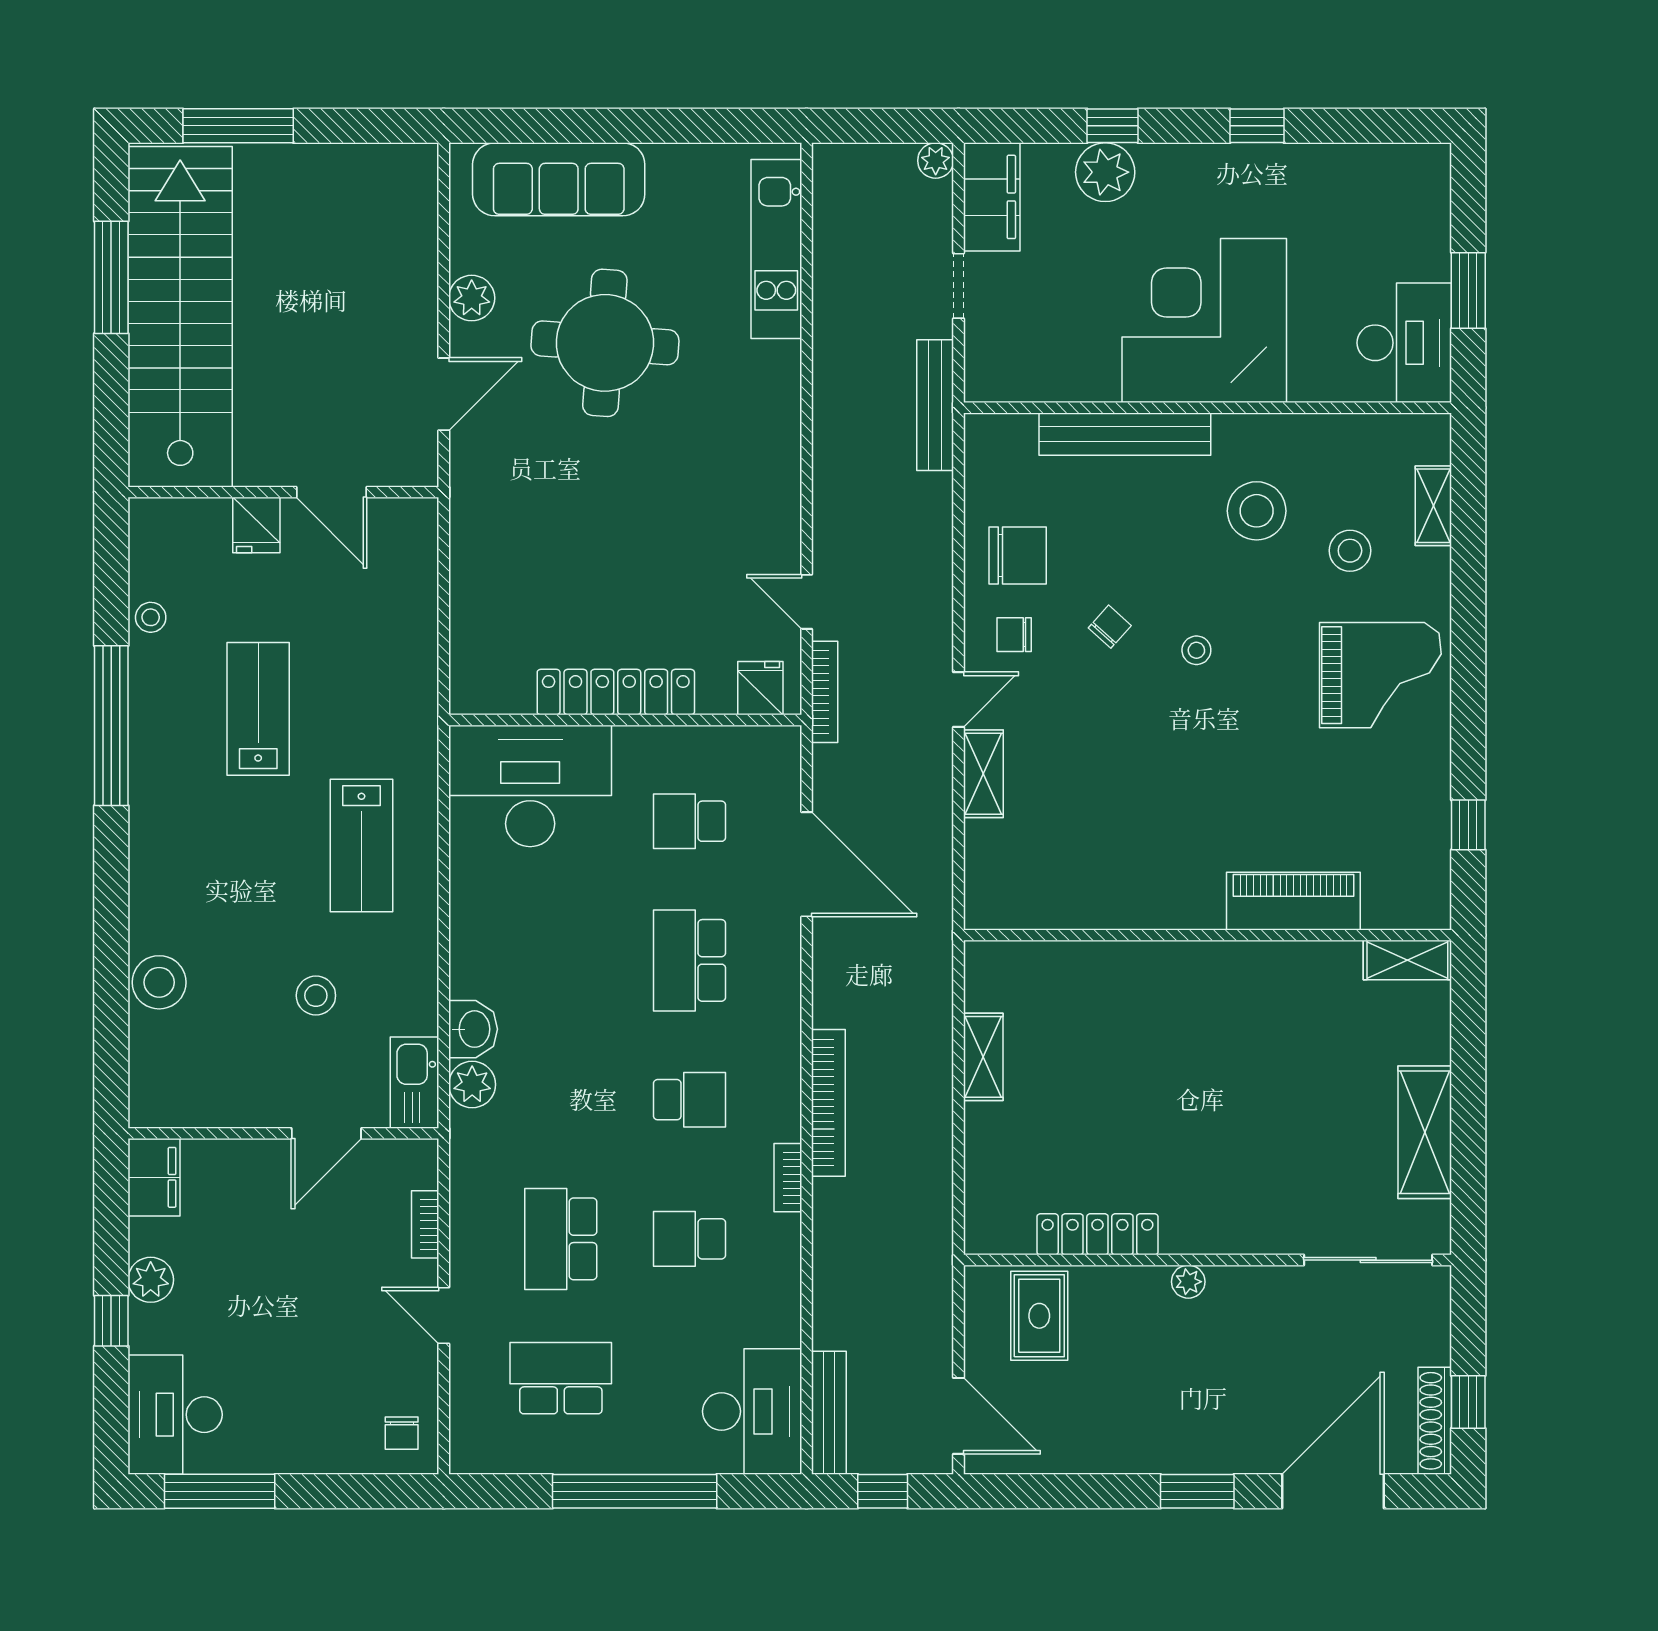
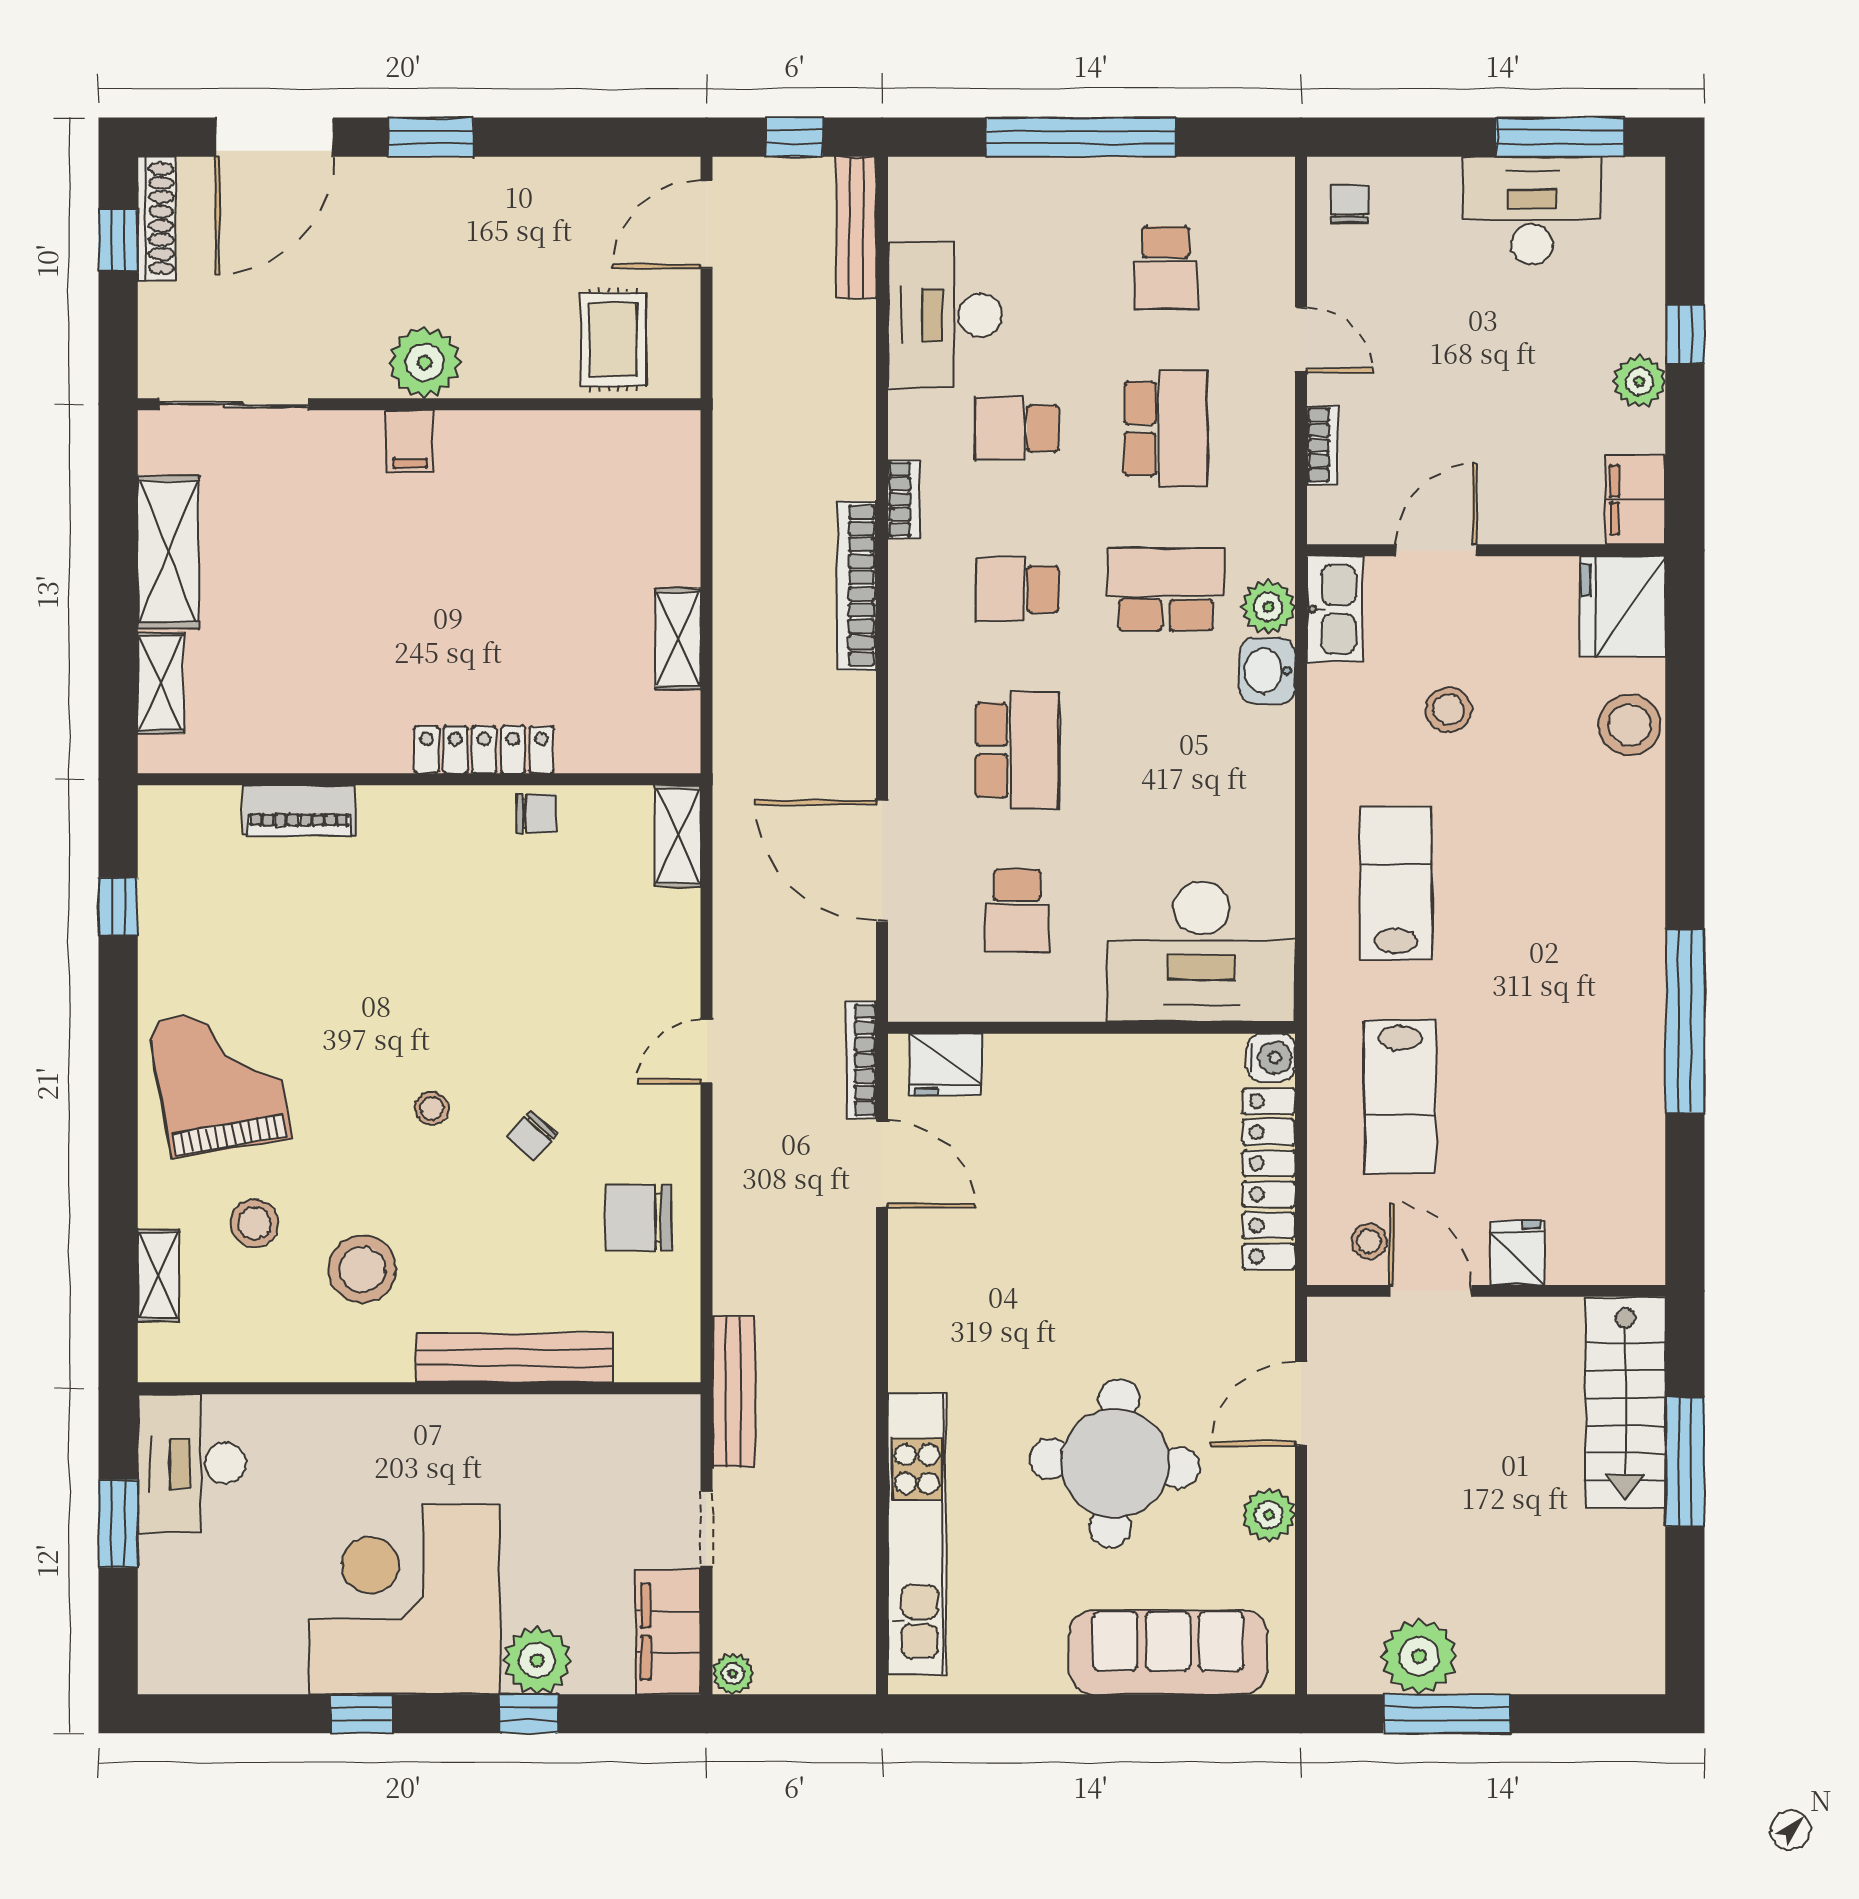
window: (238, 126) -> (1447, 1714), moved
plant: (341, 175) -> (1419, 1656), added
kitchen unit: (776, 249) -> (917, 1534), width x1.36
window: (111, 277) -> (1685, 1462), moved
stairs: (180, 317) -> (1625, 1403), width x0.54, depth x0.66
corner desk: (1204, 320) -> (404, 1599), moved, turned 180
door: (807, 602) -> (882, 1164), width x1.38
stool: (151, 617) -> (1369, 1241), moved
chair: (1014, 635) -> (536, 814), moved
grand piano: (1380, 675) -> (219, 1080), turned 80
fridge: (760, 688) -> (945, 1065), width x1.38
locker: (616, 692) -> (1269, 1179), moved, turned 90
water cooler: (470, 694) -> (1271, 1058), added
lab bench: (258, 709) -> (1400, 1096), moved
shelving: (983, 774) -> (678, 836), moved
school desk: (689, 821) -> (1017, 911), turned 90
piano: (1293, 901) -> (299, 810), width x0.73, depth x0.75
shelving: (1407, 960) -> (160, 683), moved, turned 90
fridge: (165, 1085) -> (1623, 607), added
school desk: (561, 1100) -> (1166, 589), added
filing cabinet: (1215, 1228) -> (410, 441), added
locker: (1097, 1234) -> (484, 750), moved, turned 180
school desk: (689, 1239) -> (1017, 429), turned 180
plant: (1188, 1282) -> (425, 362), width x1.88, depth x1.88
school desk: (561, 1378) -> (1166, 268), width x0.54
desk: (752, 1411) -> (945, 315), moved
desk: (175, 1415) -> (1532, 211), moved, turned -90
door: (958, 1416) -> (707, 224), hinge flipped

